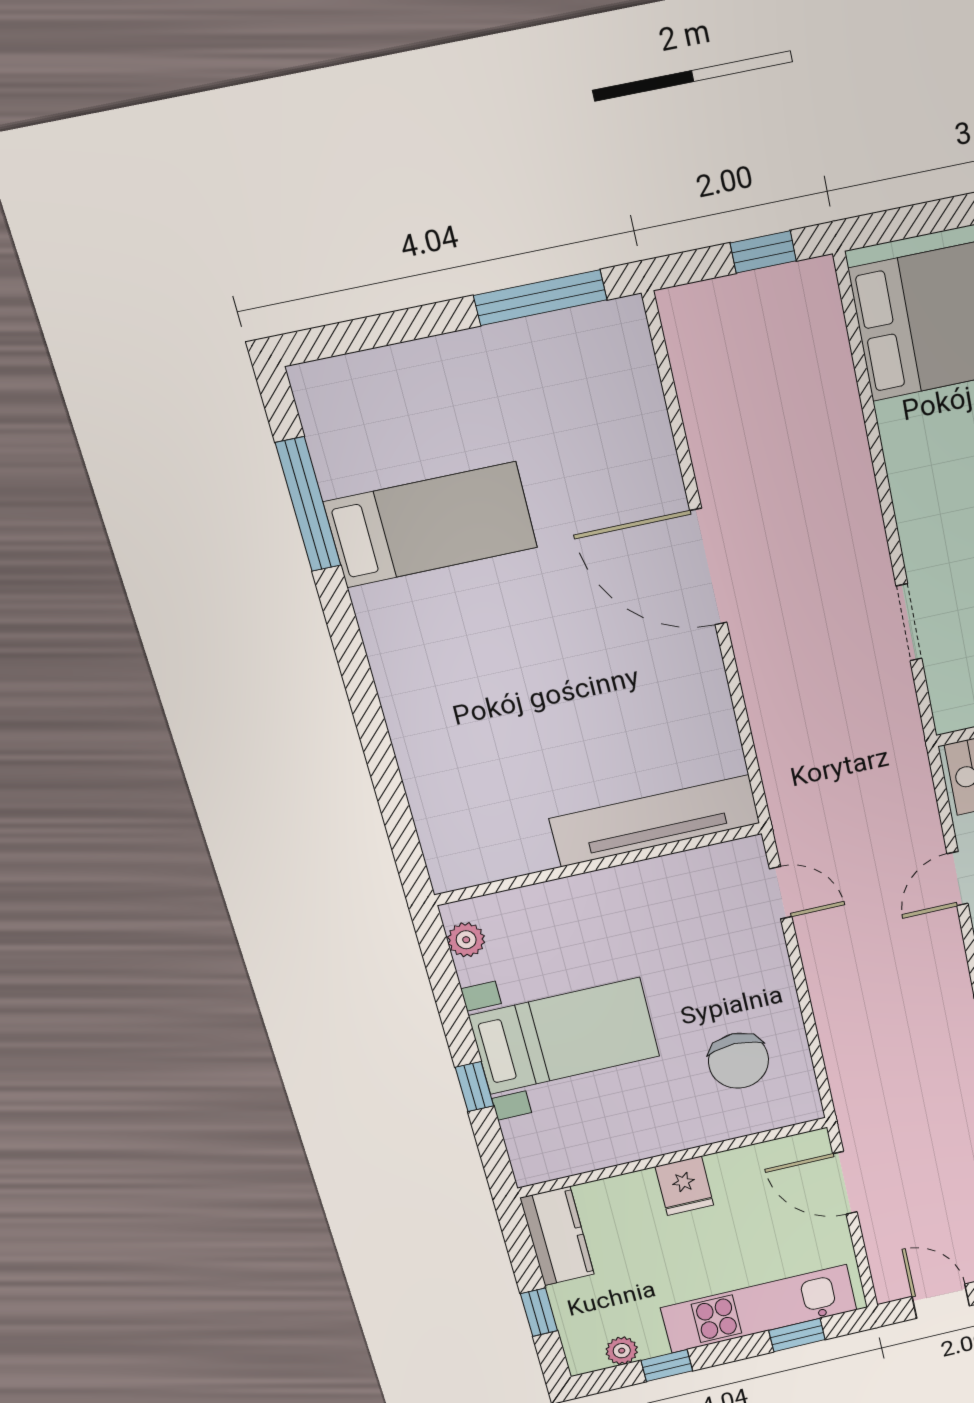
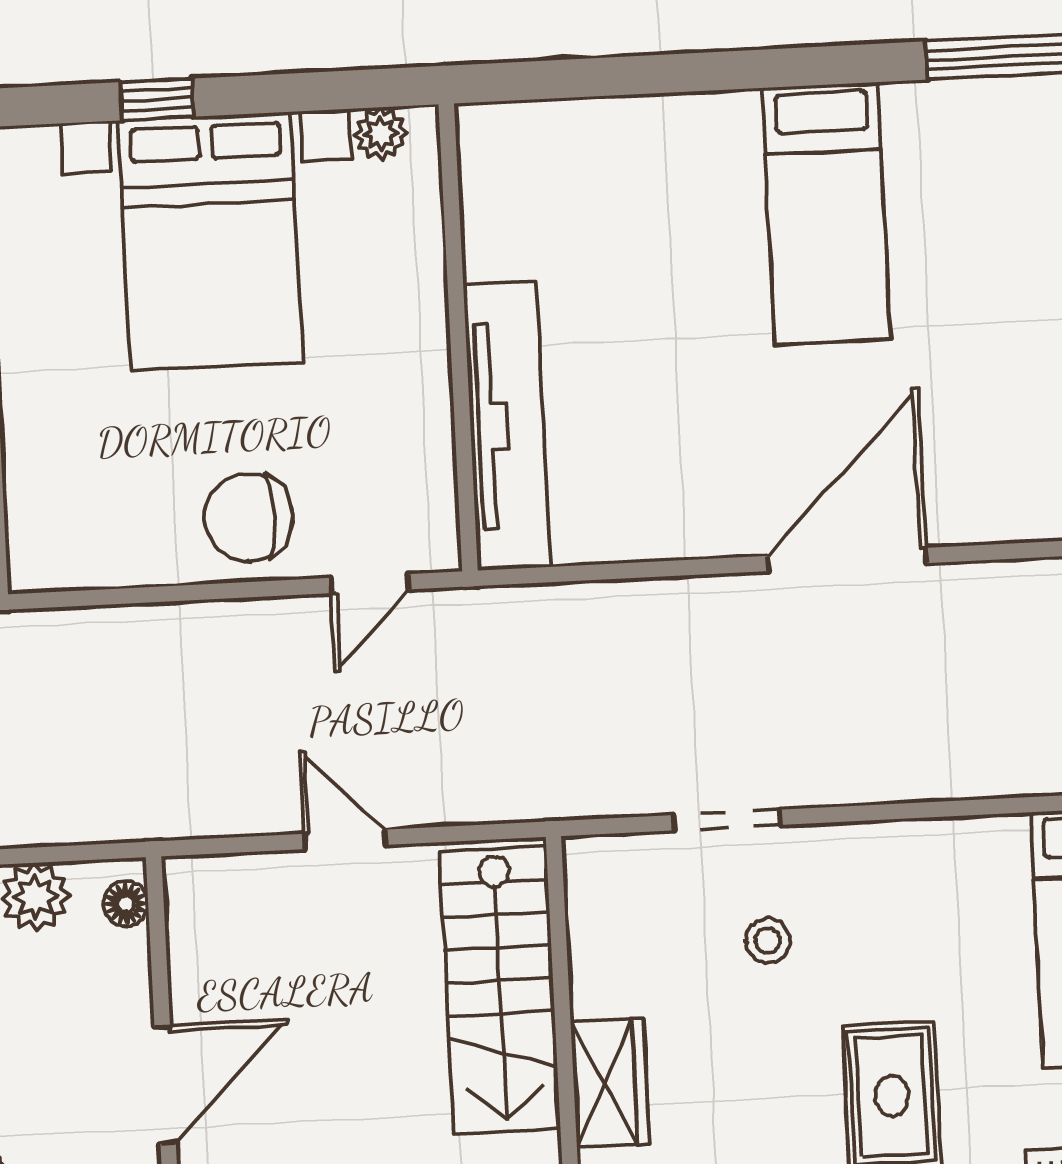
bed: (431, 525) -> (826, 213), moved
bed with nightstands: (565, 1036) -> (210, 241), width x1.36
chair: (739, 1061) -> (249, 517), moved

